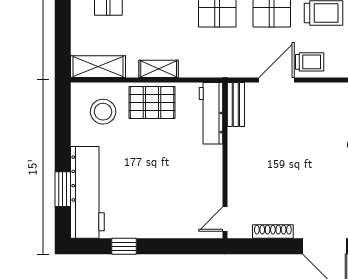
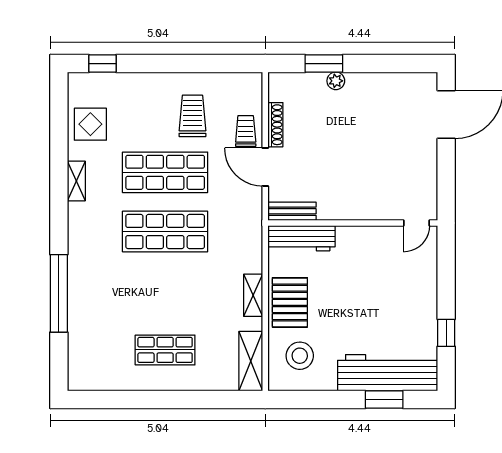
door: (225, 219) -> (417, 223), hinge flipped
shoe rack: (273, 231) -> (275, 125), moved, turned 180

